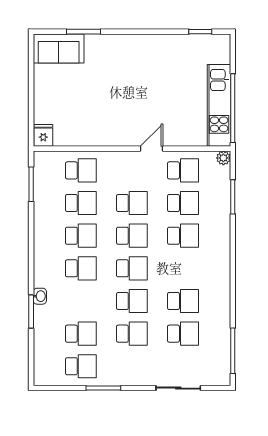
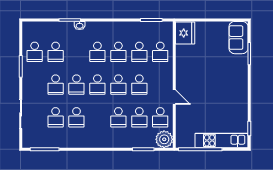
kitchen unit: (219, 105) -> (222, 140), moved
fridge: (43, 135) -> (185, 33), width x1.88, depth x1.34
plant: (223, 158) -> (164, 139), width x1.87, depth x1.87

